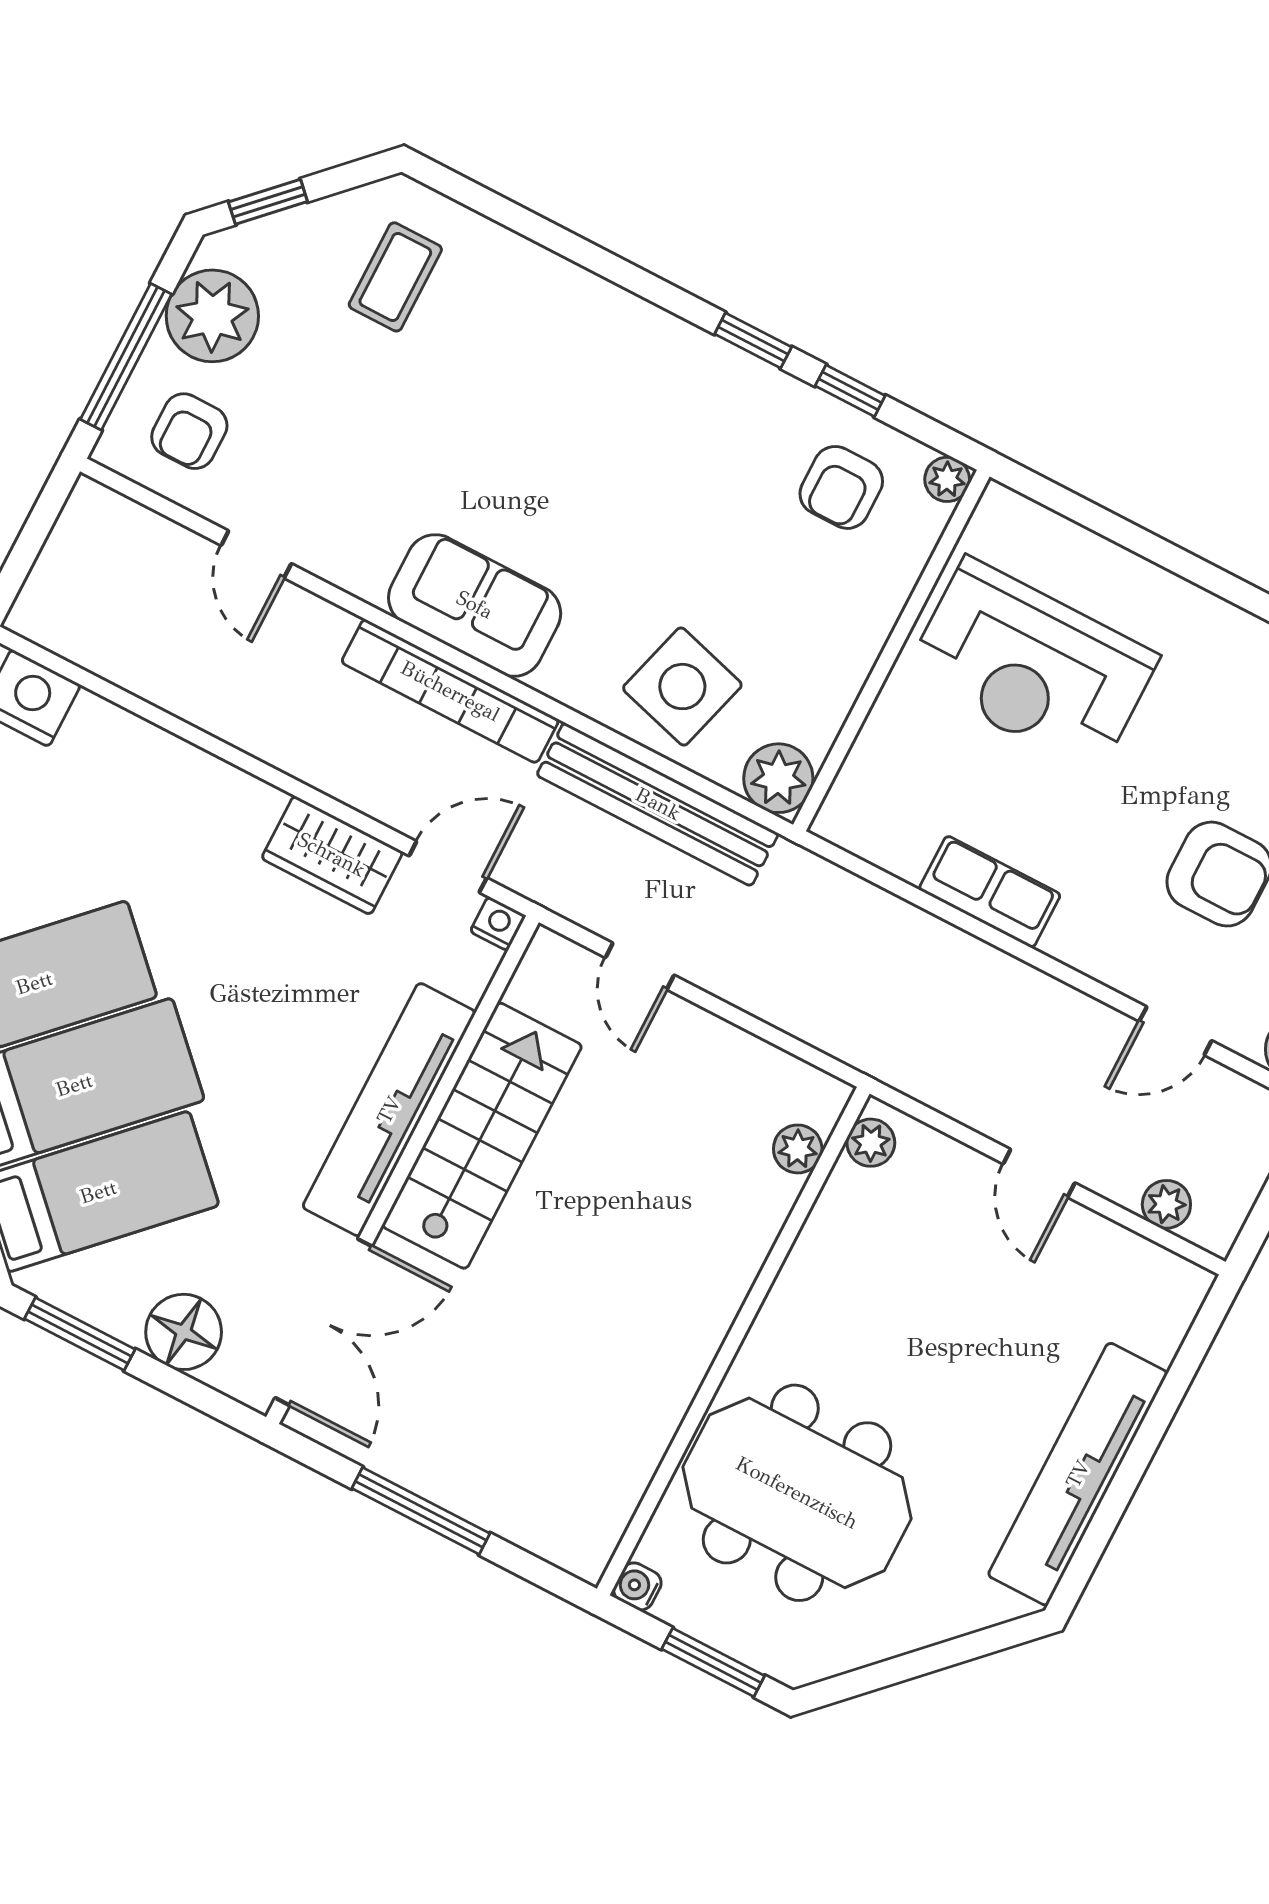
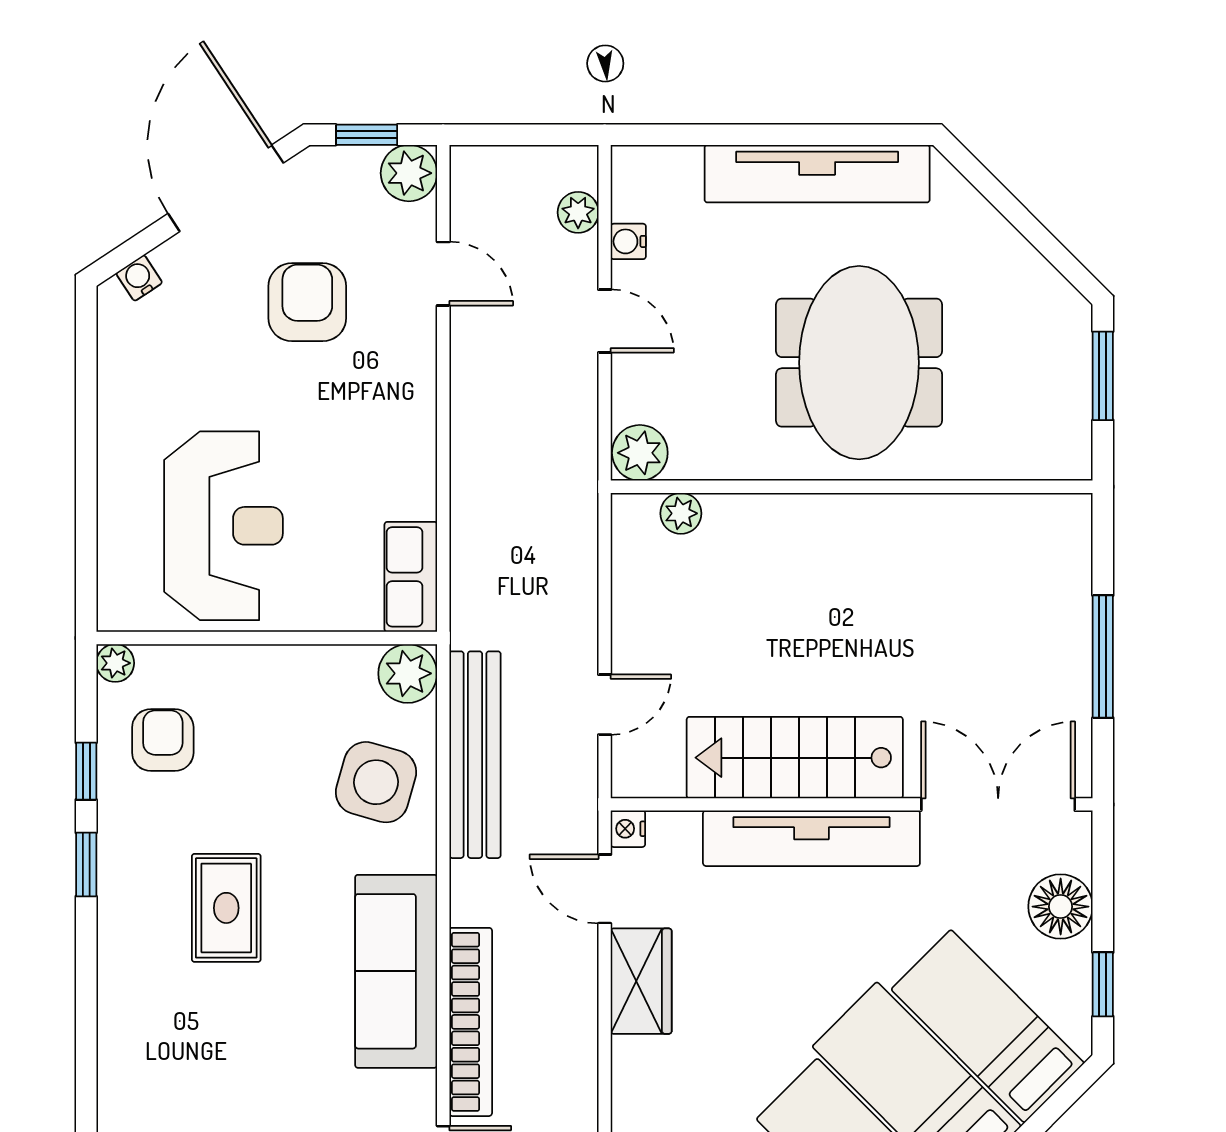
rug: (632, 463) -> (226, 908), added
armchair: (841, 487) -> (163, 740), turned -90
sofa: (475, 605) -> (396, 971), width x1.36
bookcase: (450, 691) -> (471, 1022), moved
row of seats: (990, 892) -> (411, 577), moved
plant: (871, 1143) -> (640, 453), width x1.38, depth x1.38
door: (1039, 1173) -> (605, 321), hinge flipped
window: (80, 1334) -> (1103, 984), width x0.67
meeting table: (797, 1493) -> (859, 363), moved
water cooler: (637, 1586) -> (628, 241), moved, turned 90

